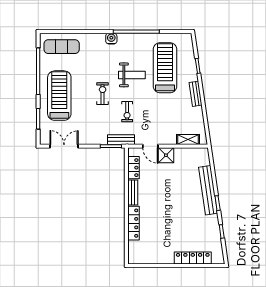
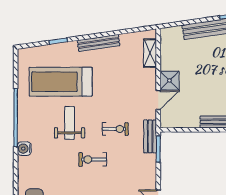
bench: (196, 94) -> (99, 43), width x1.36
locker: (134, 168) -> (185, 121), removed

